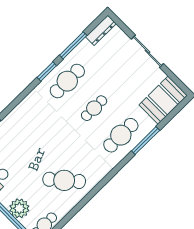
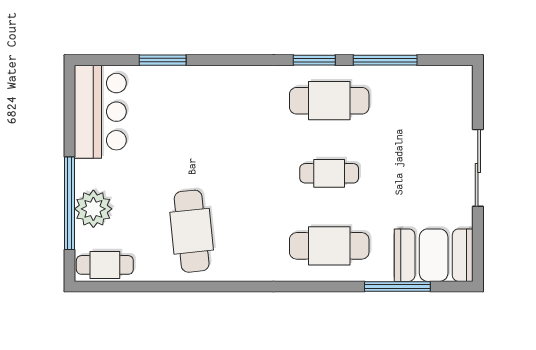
dresser: (101, 30) -> (443, 77), removed
window: (146, 141) -> (397, 286), moved
cafe table: (64, 180) -> (192, 231), turned 35

